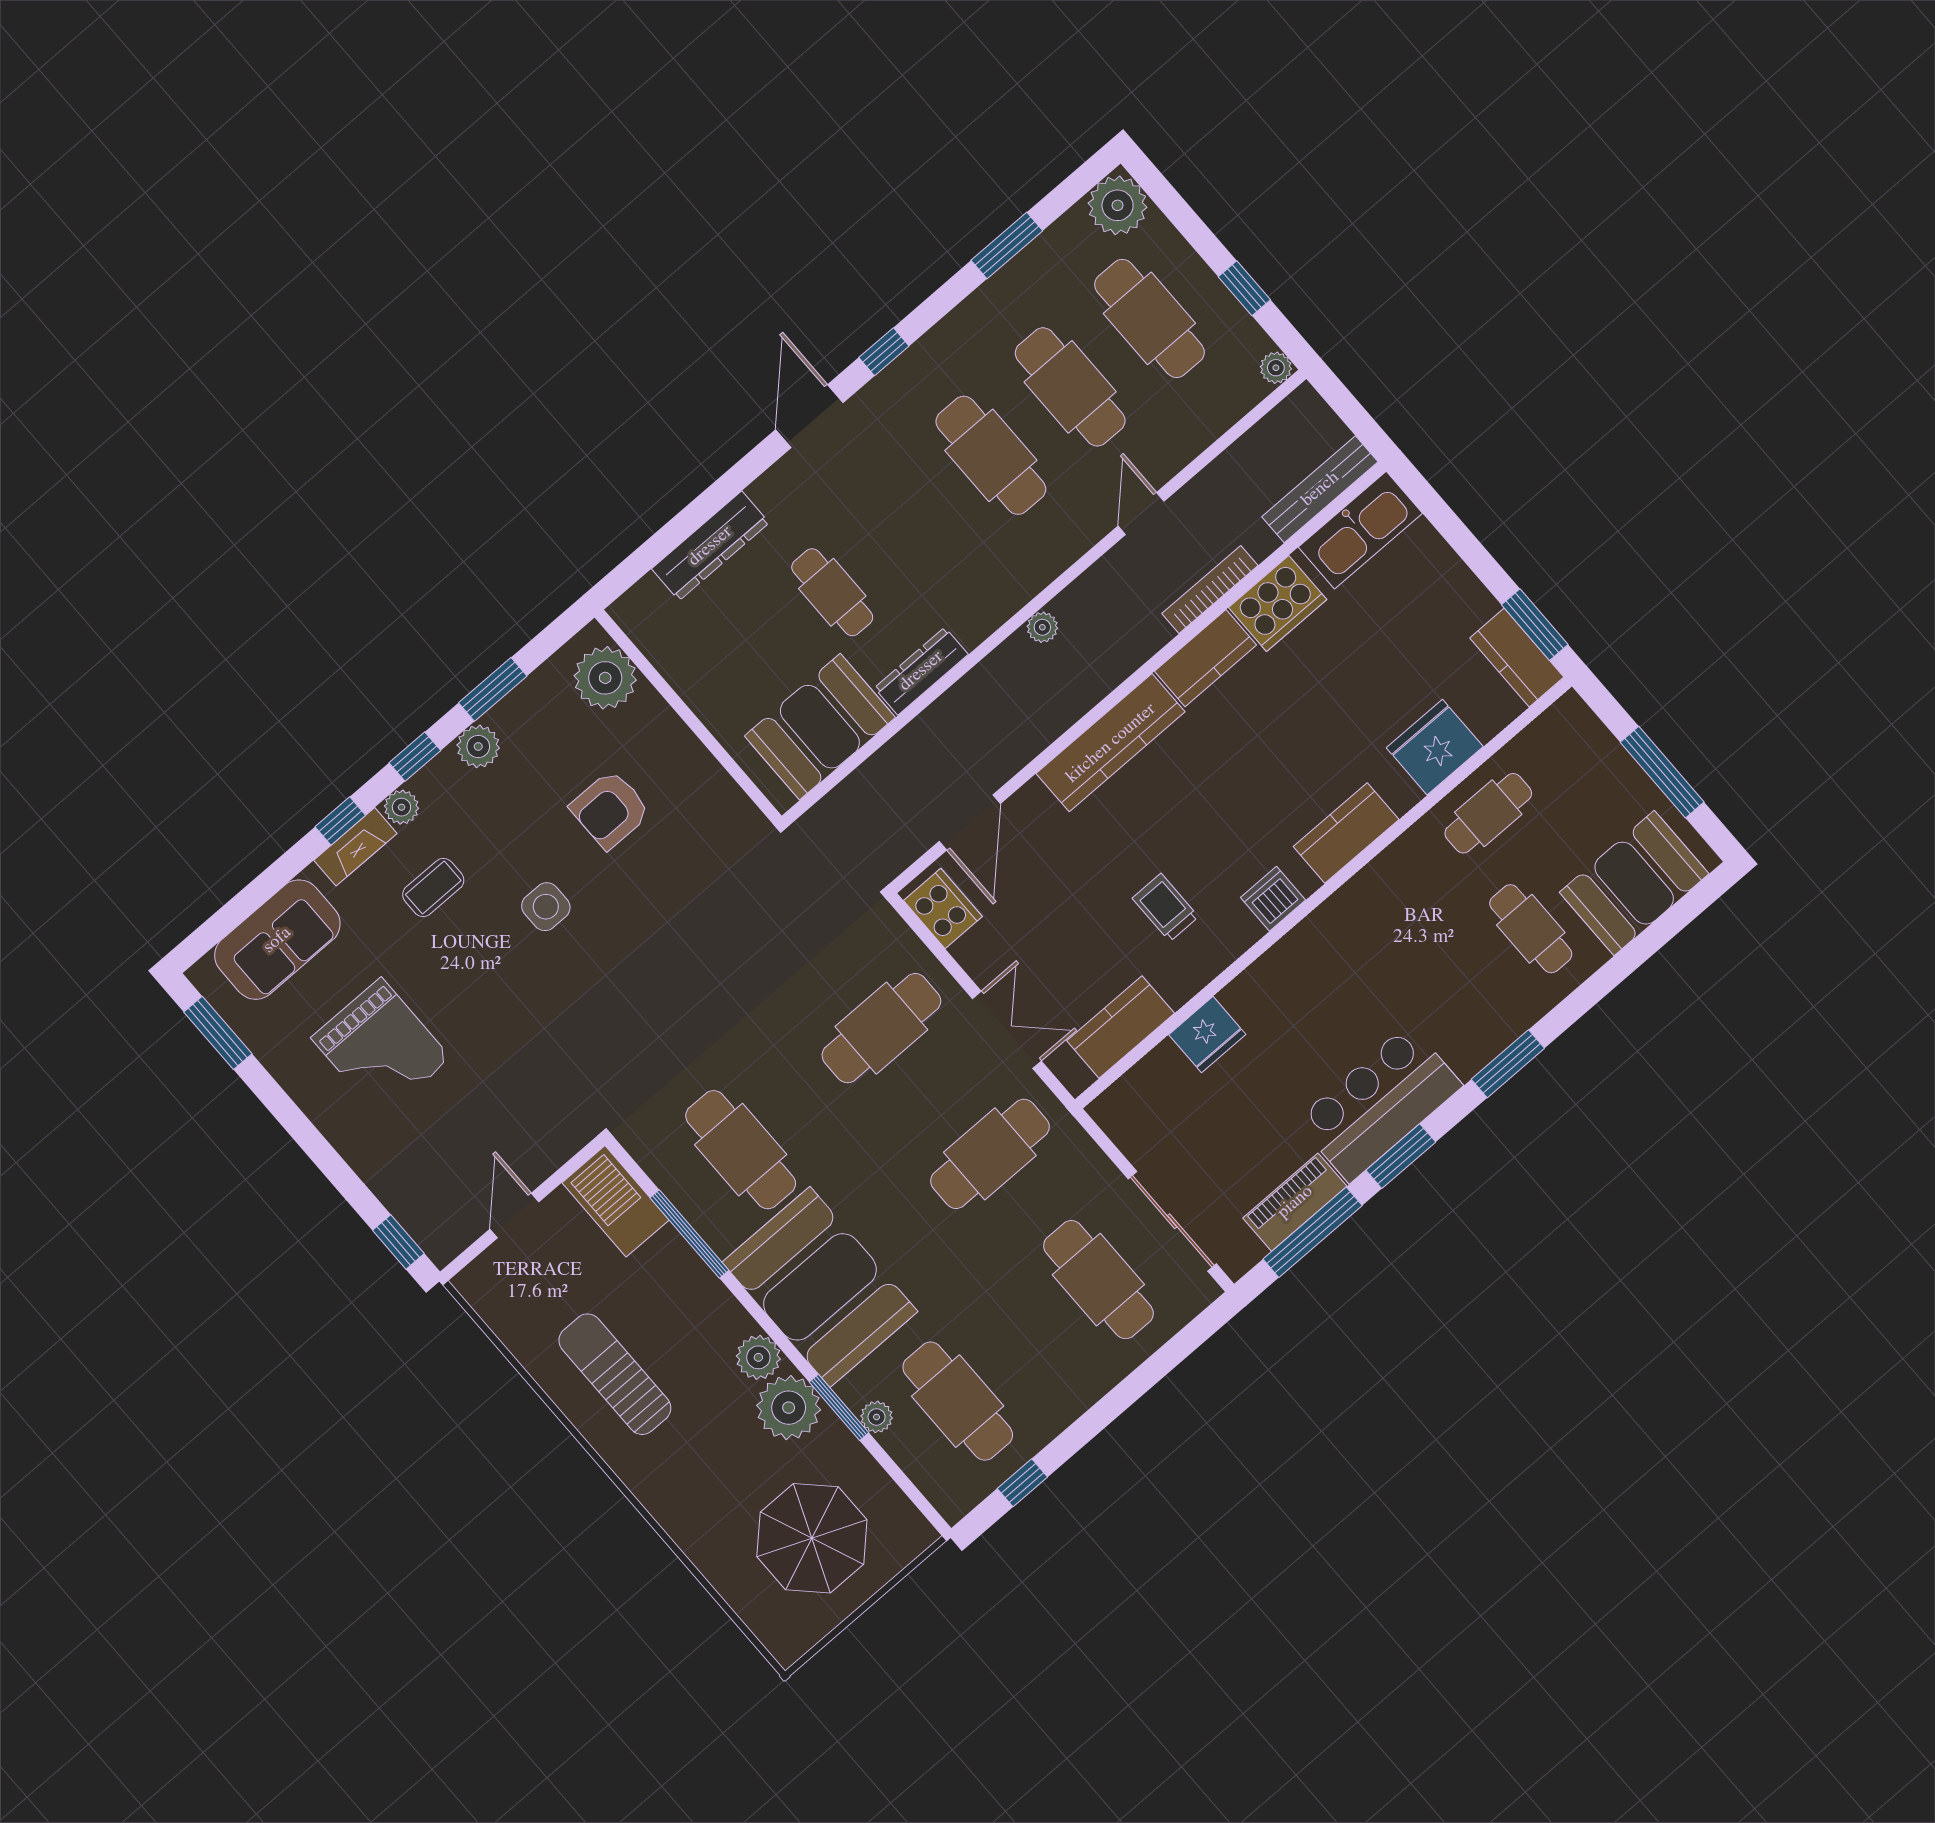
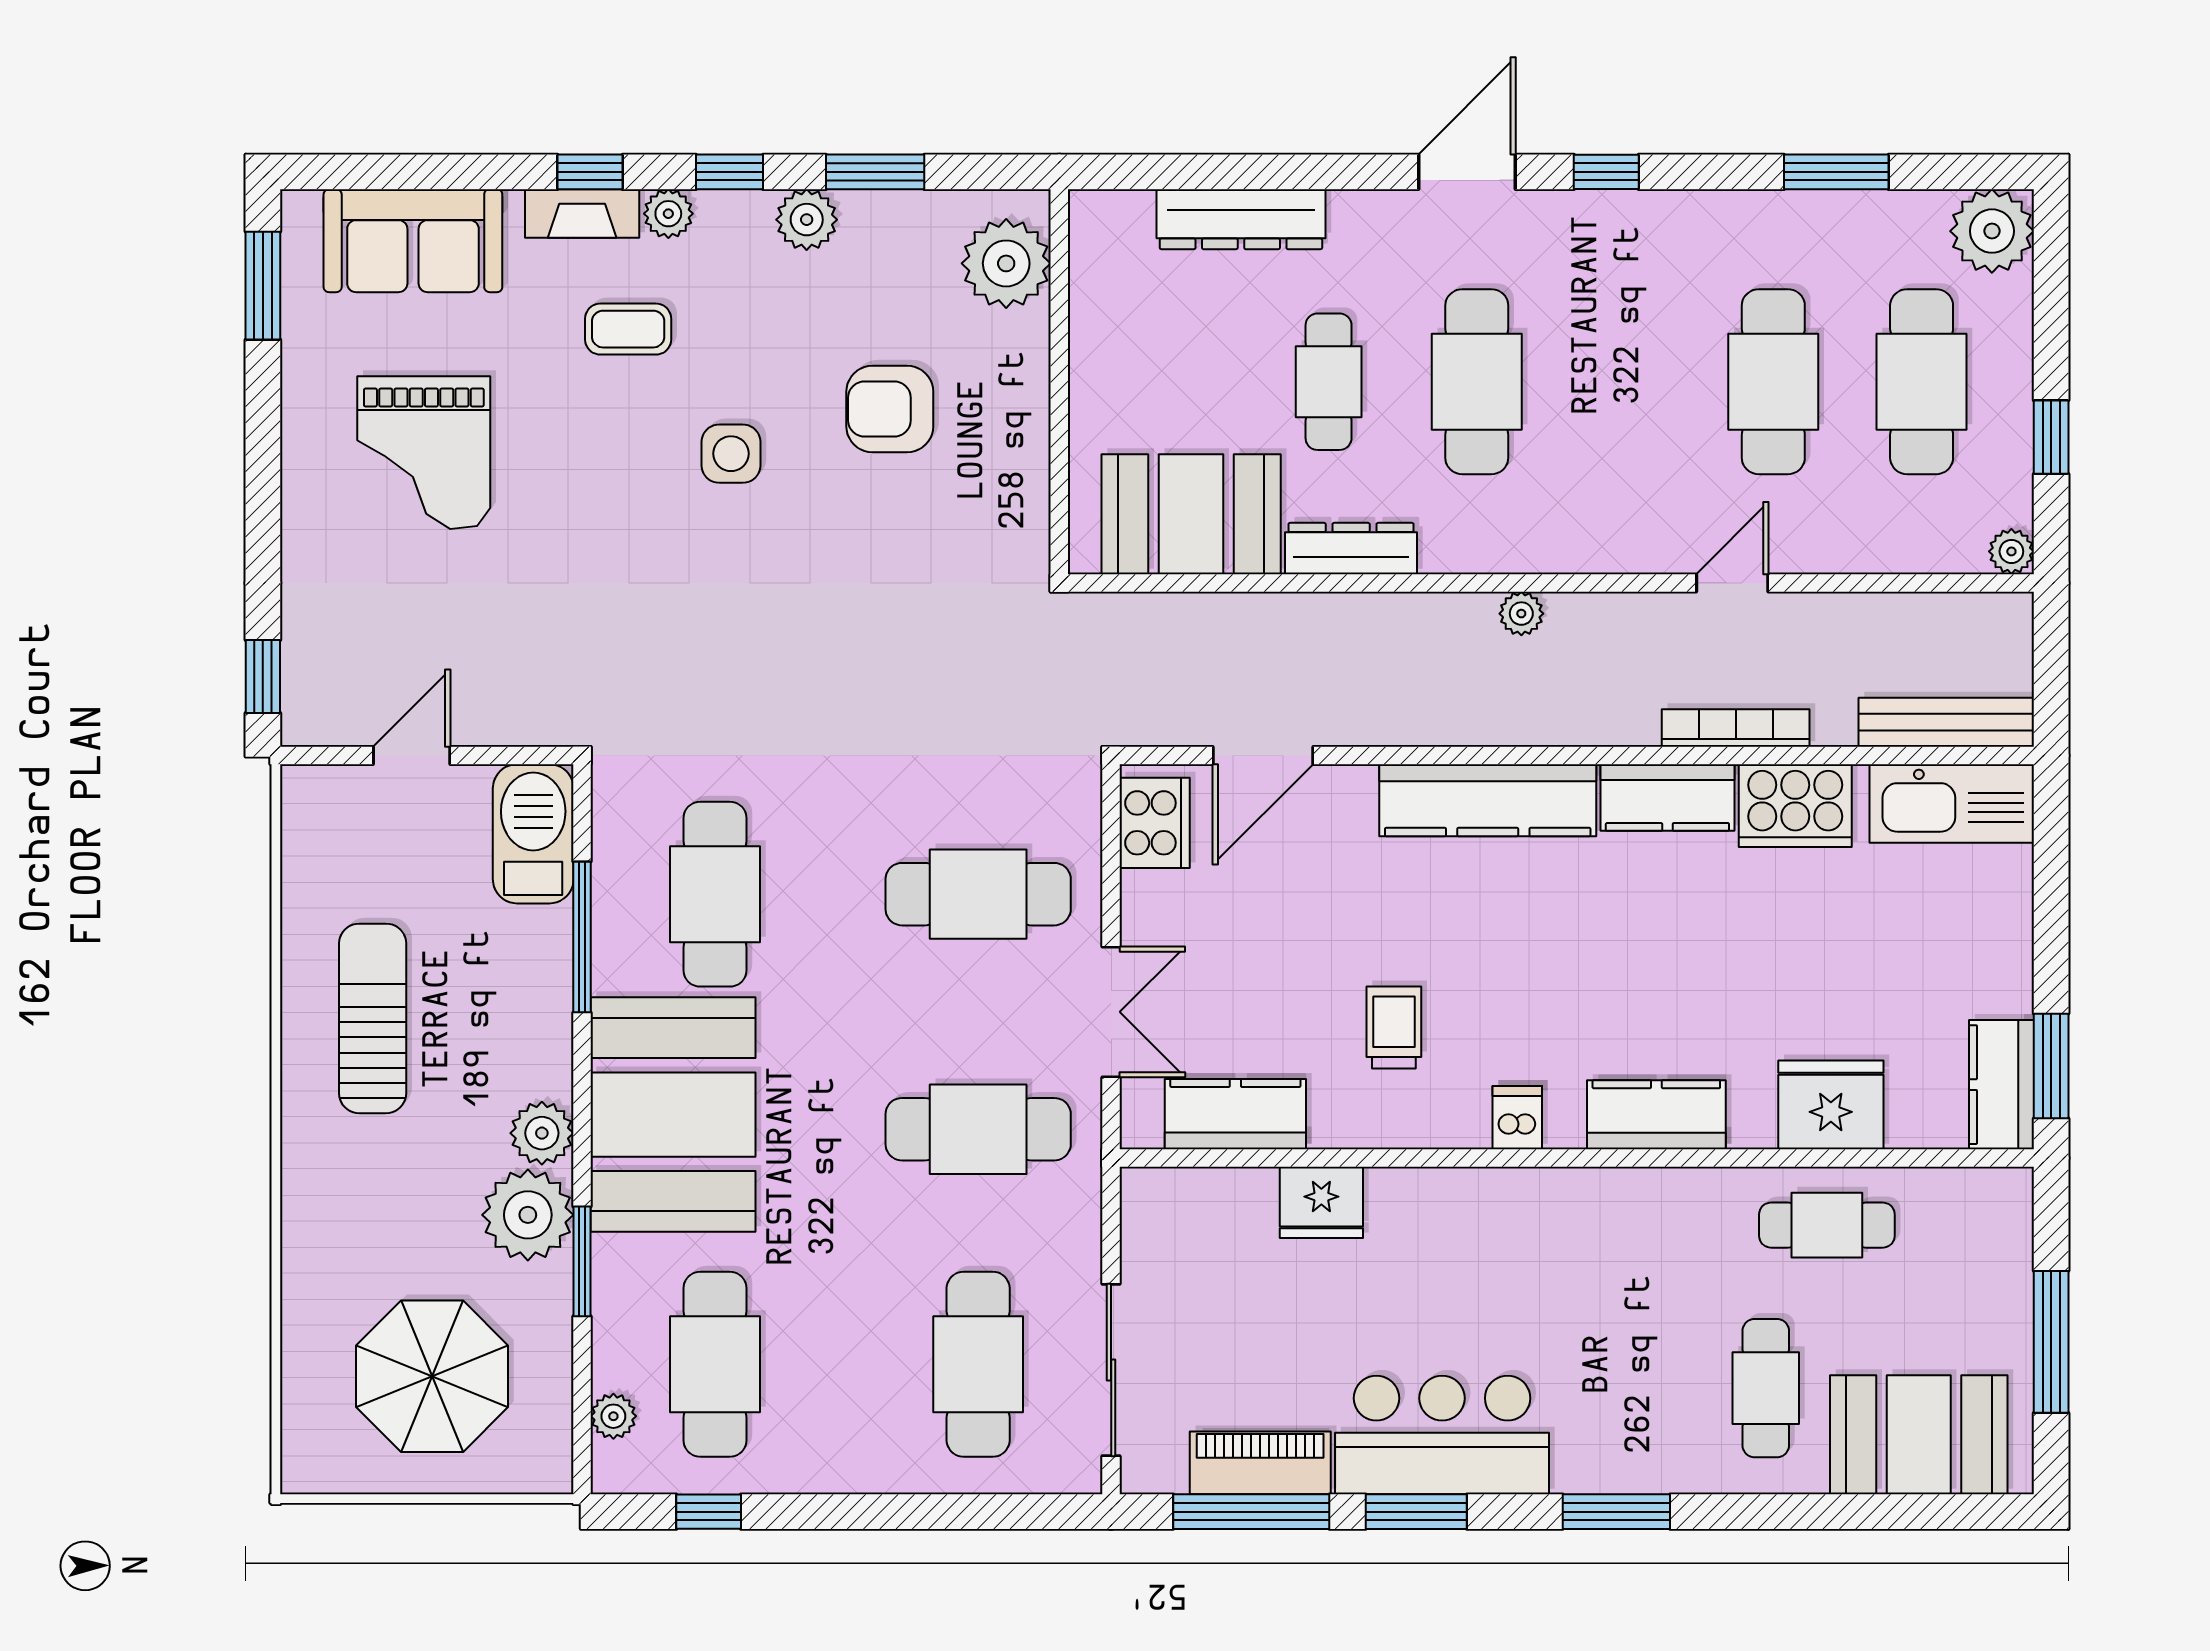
cafe table: (991, 455) -> (1477, 382), moved
dishwasher: (1273, 899) -> (1517, 1118), width x0.73
plant: (877, 1417) -> (613, 1416), moved

